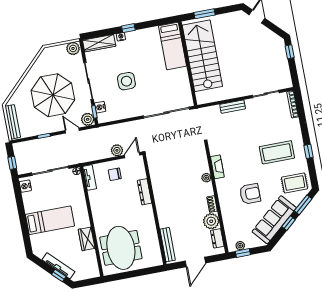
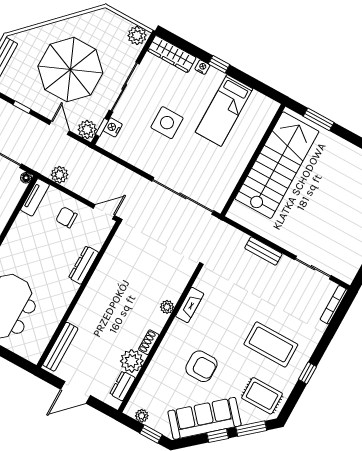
bed: (172, 46) -> (224, 110), moved
plant: (117, 150) -> (60, 175), moved
window: (243, 253) -> (151, 434), moved

